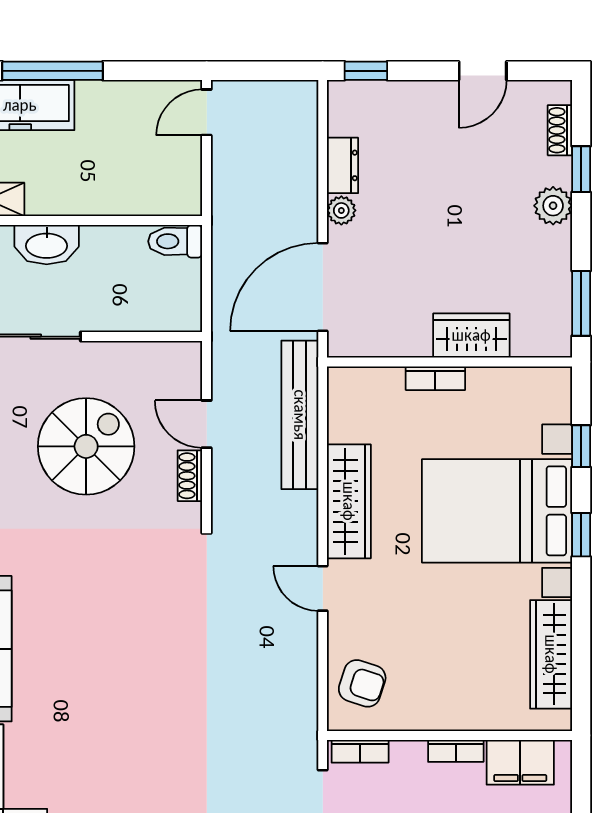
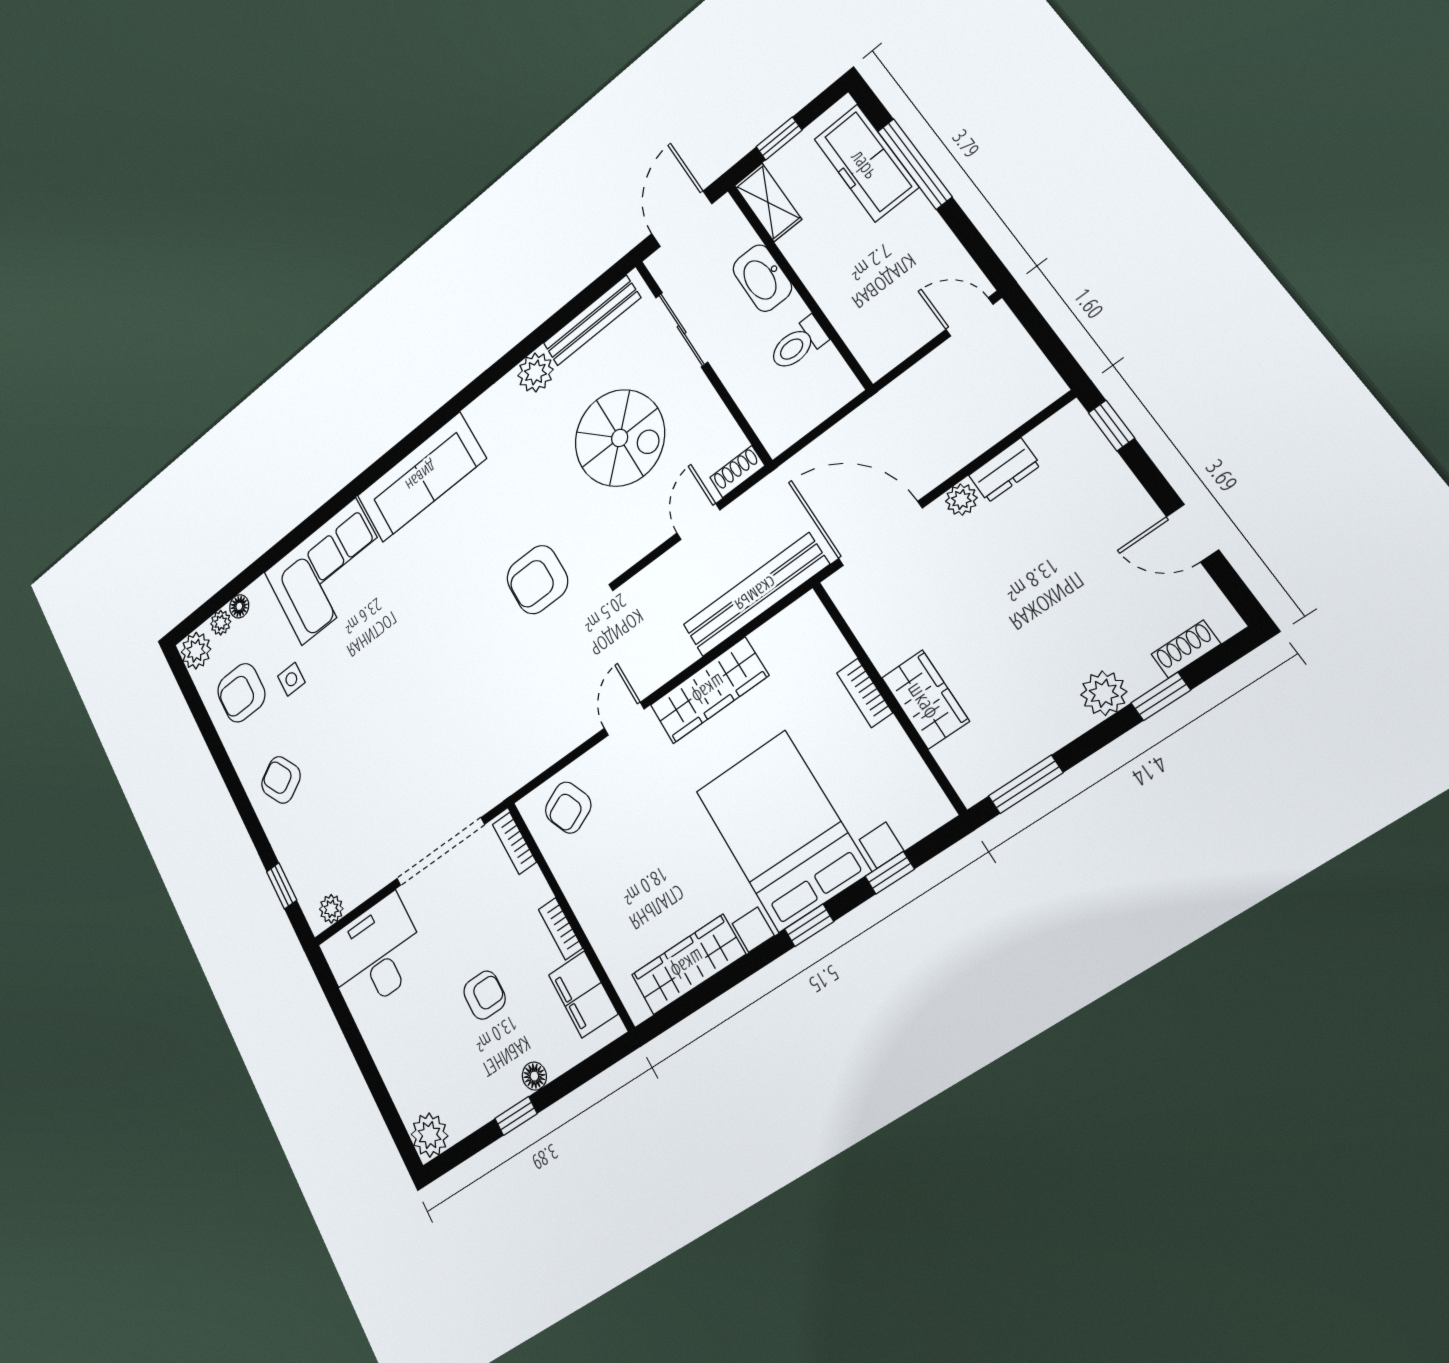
toilet: (175, 241) -> (798, 344), moved, turned -90
shoe rack: (190, 476) -> (737, 472), moved
armchair: (152, 594) -> (537, 580), added
armchair: (362, 683) -> (568, 808), turned 48

